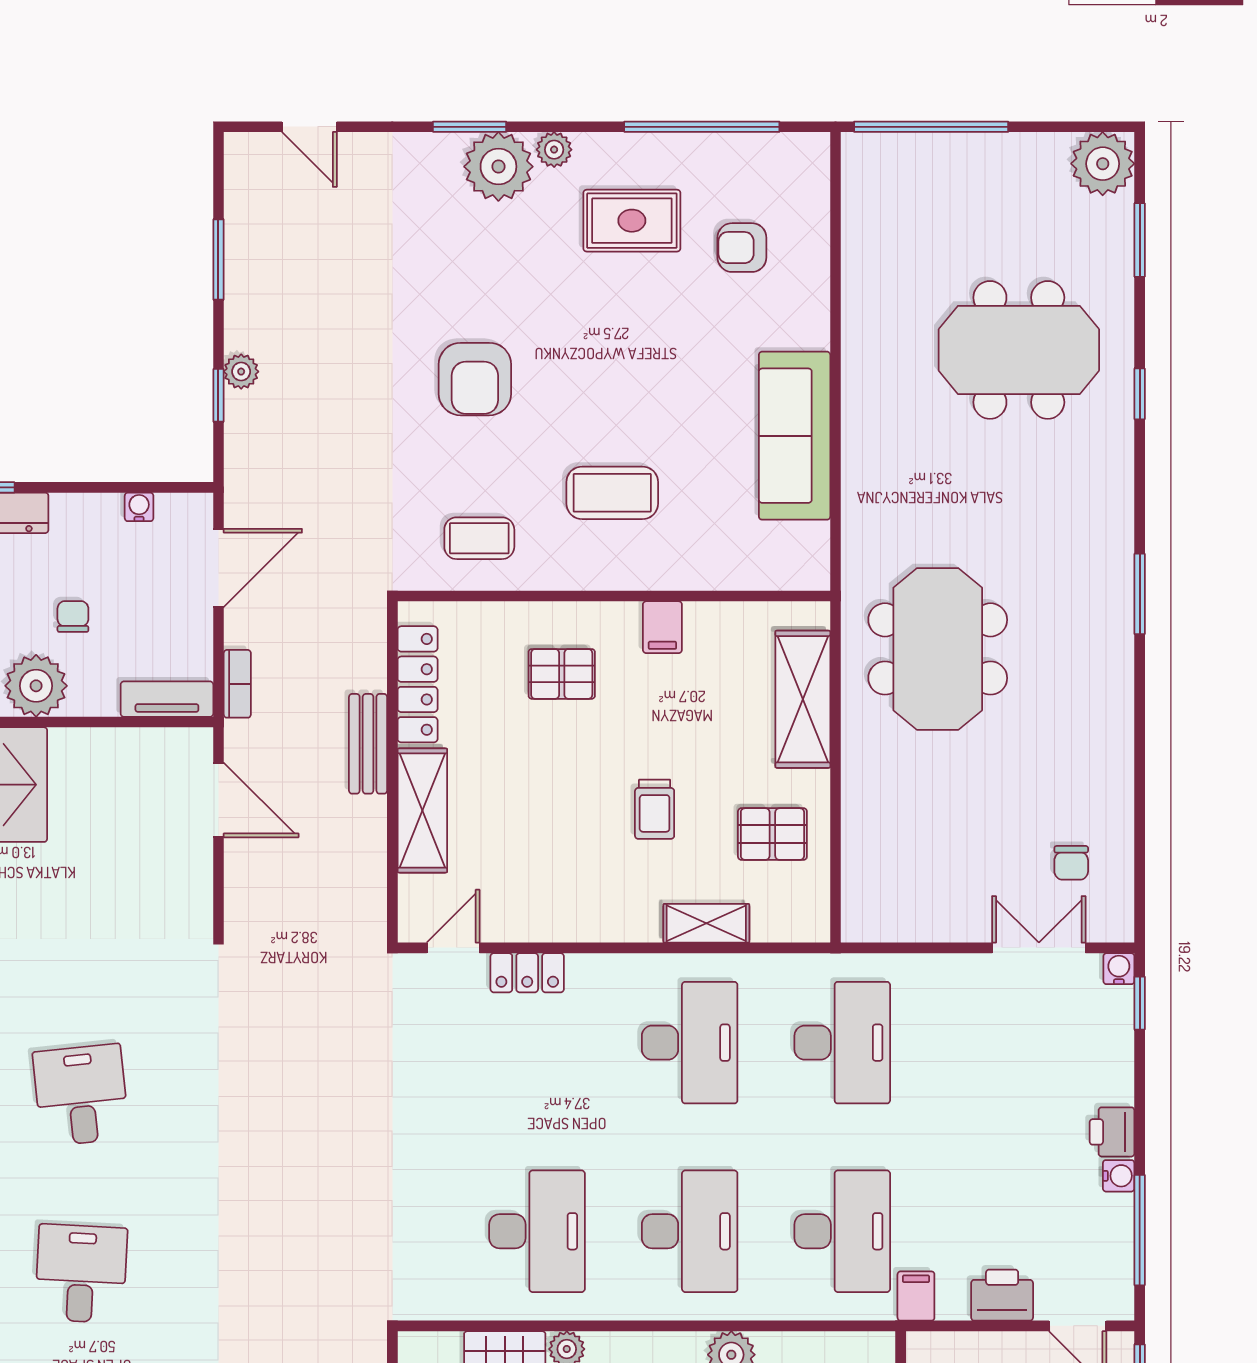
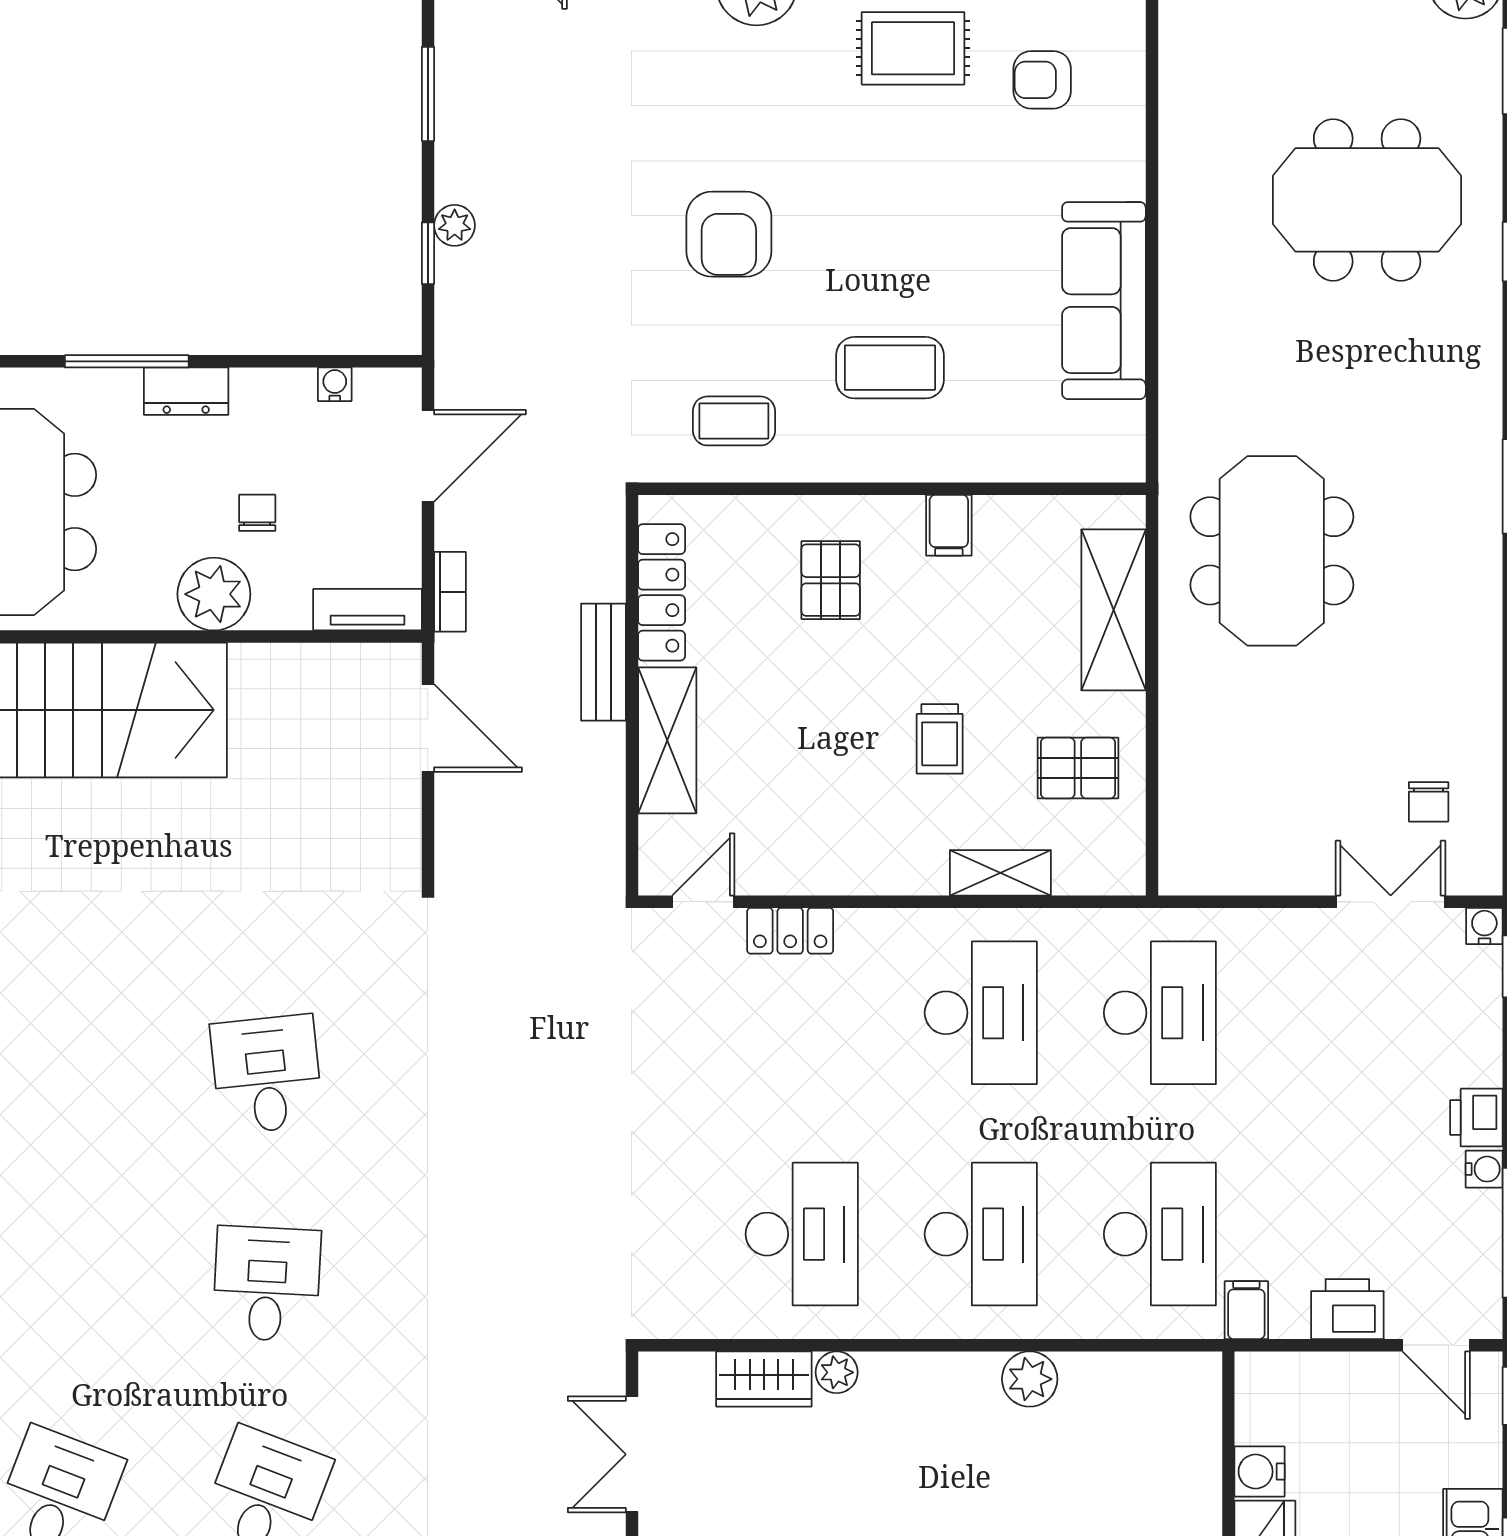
pallet: (562, 674) -> (831, 580), turned 90

